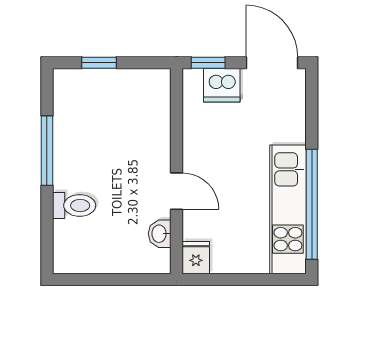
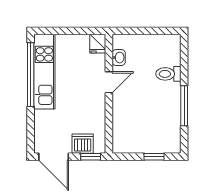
door: (177, 191) -> (109, 82), swing flipped

